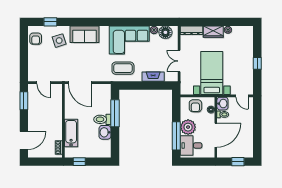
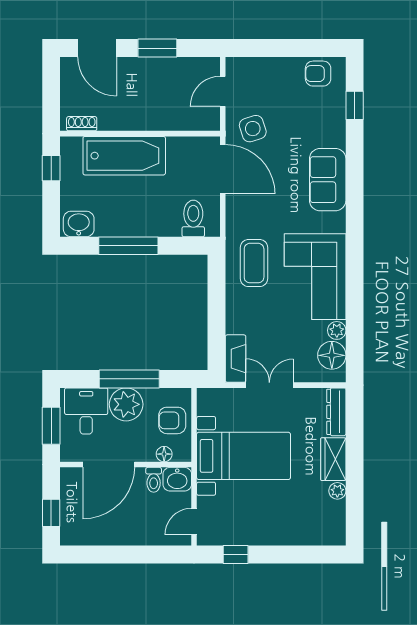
side table: (59, 41) -> (253, 129), moved
window: (257, 63) -> (236, 555), moved
fireplace: (153, 77) -> (236, 359), moved
door: (80, 83) -> (223, 169), swing flipped
window: (24, 101) -> (157, 48), moved
window: (115, 113) -> (128, 246), moved
toilet: (102, 119) -> (193, 218), moved
washbasin: (105, 132) -> (79, 224), moved
bathtub: (71, 133) -> (124, 156), width x1.36, depth x1.36
door: (216, 135) -> (109, 465), hinge flipped
window: (176, 136) -> (129, 379), moved
window: (198, 162) -> (51, 426), added

